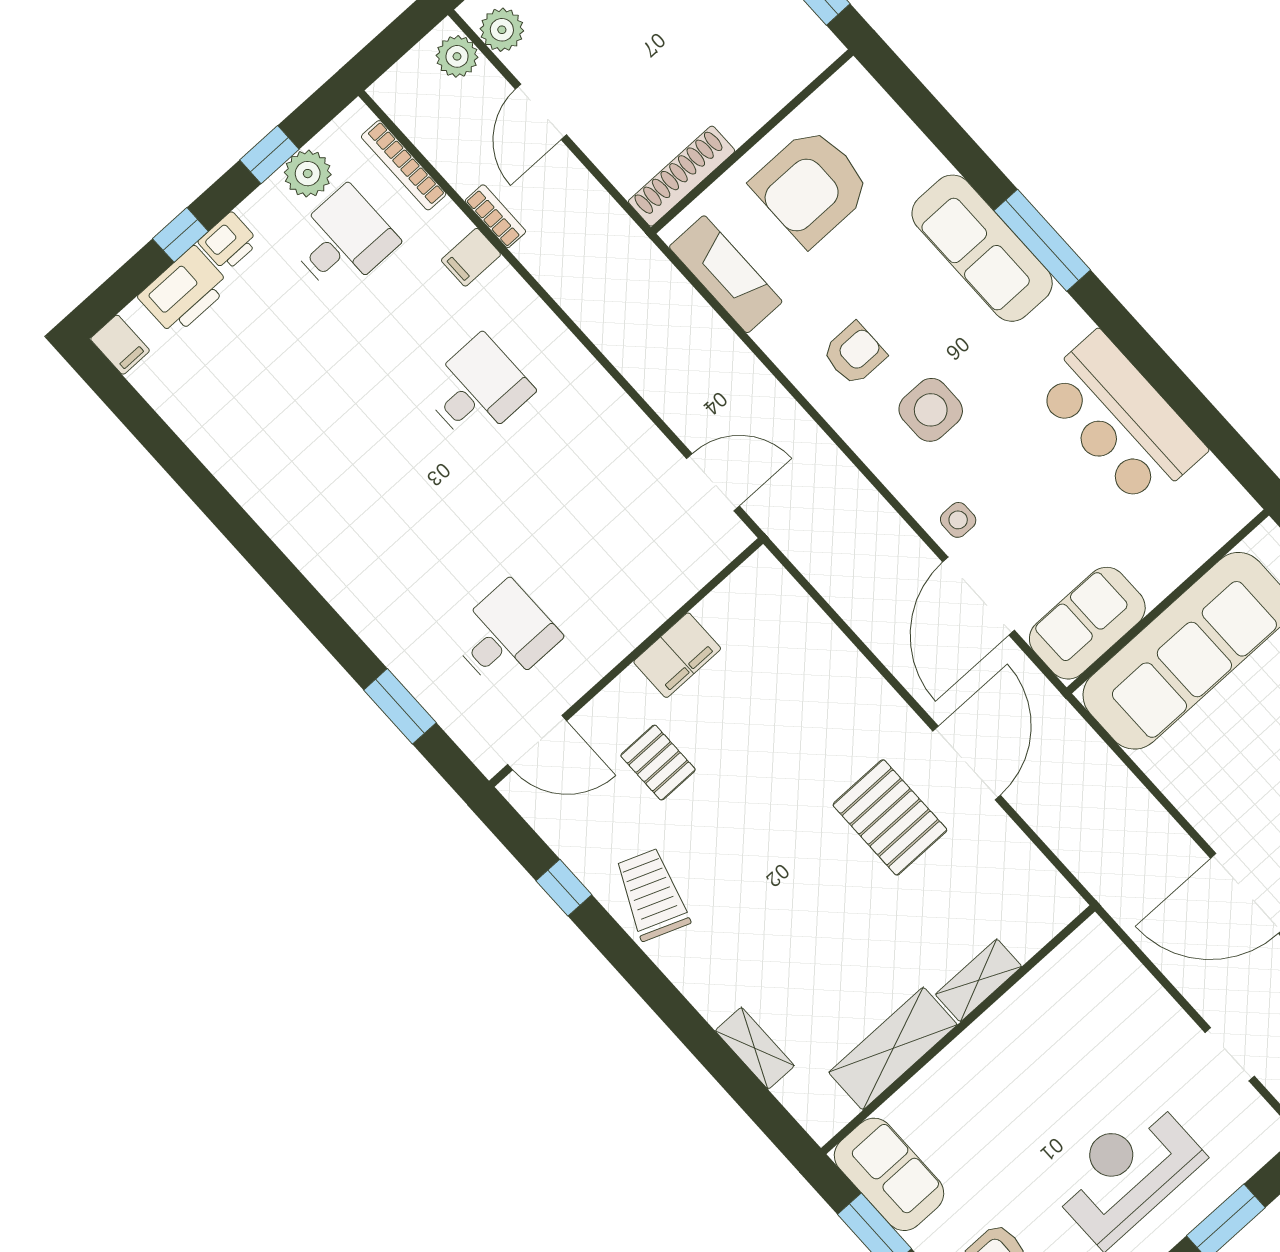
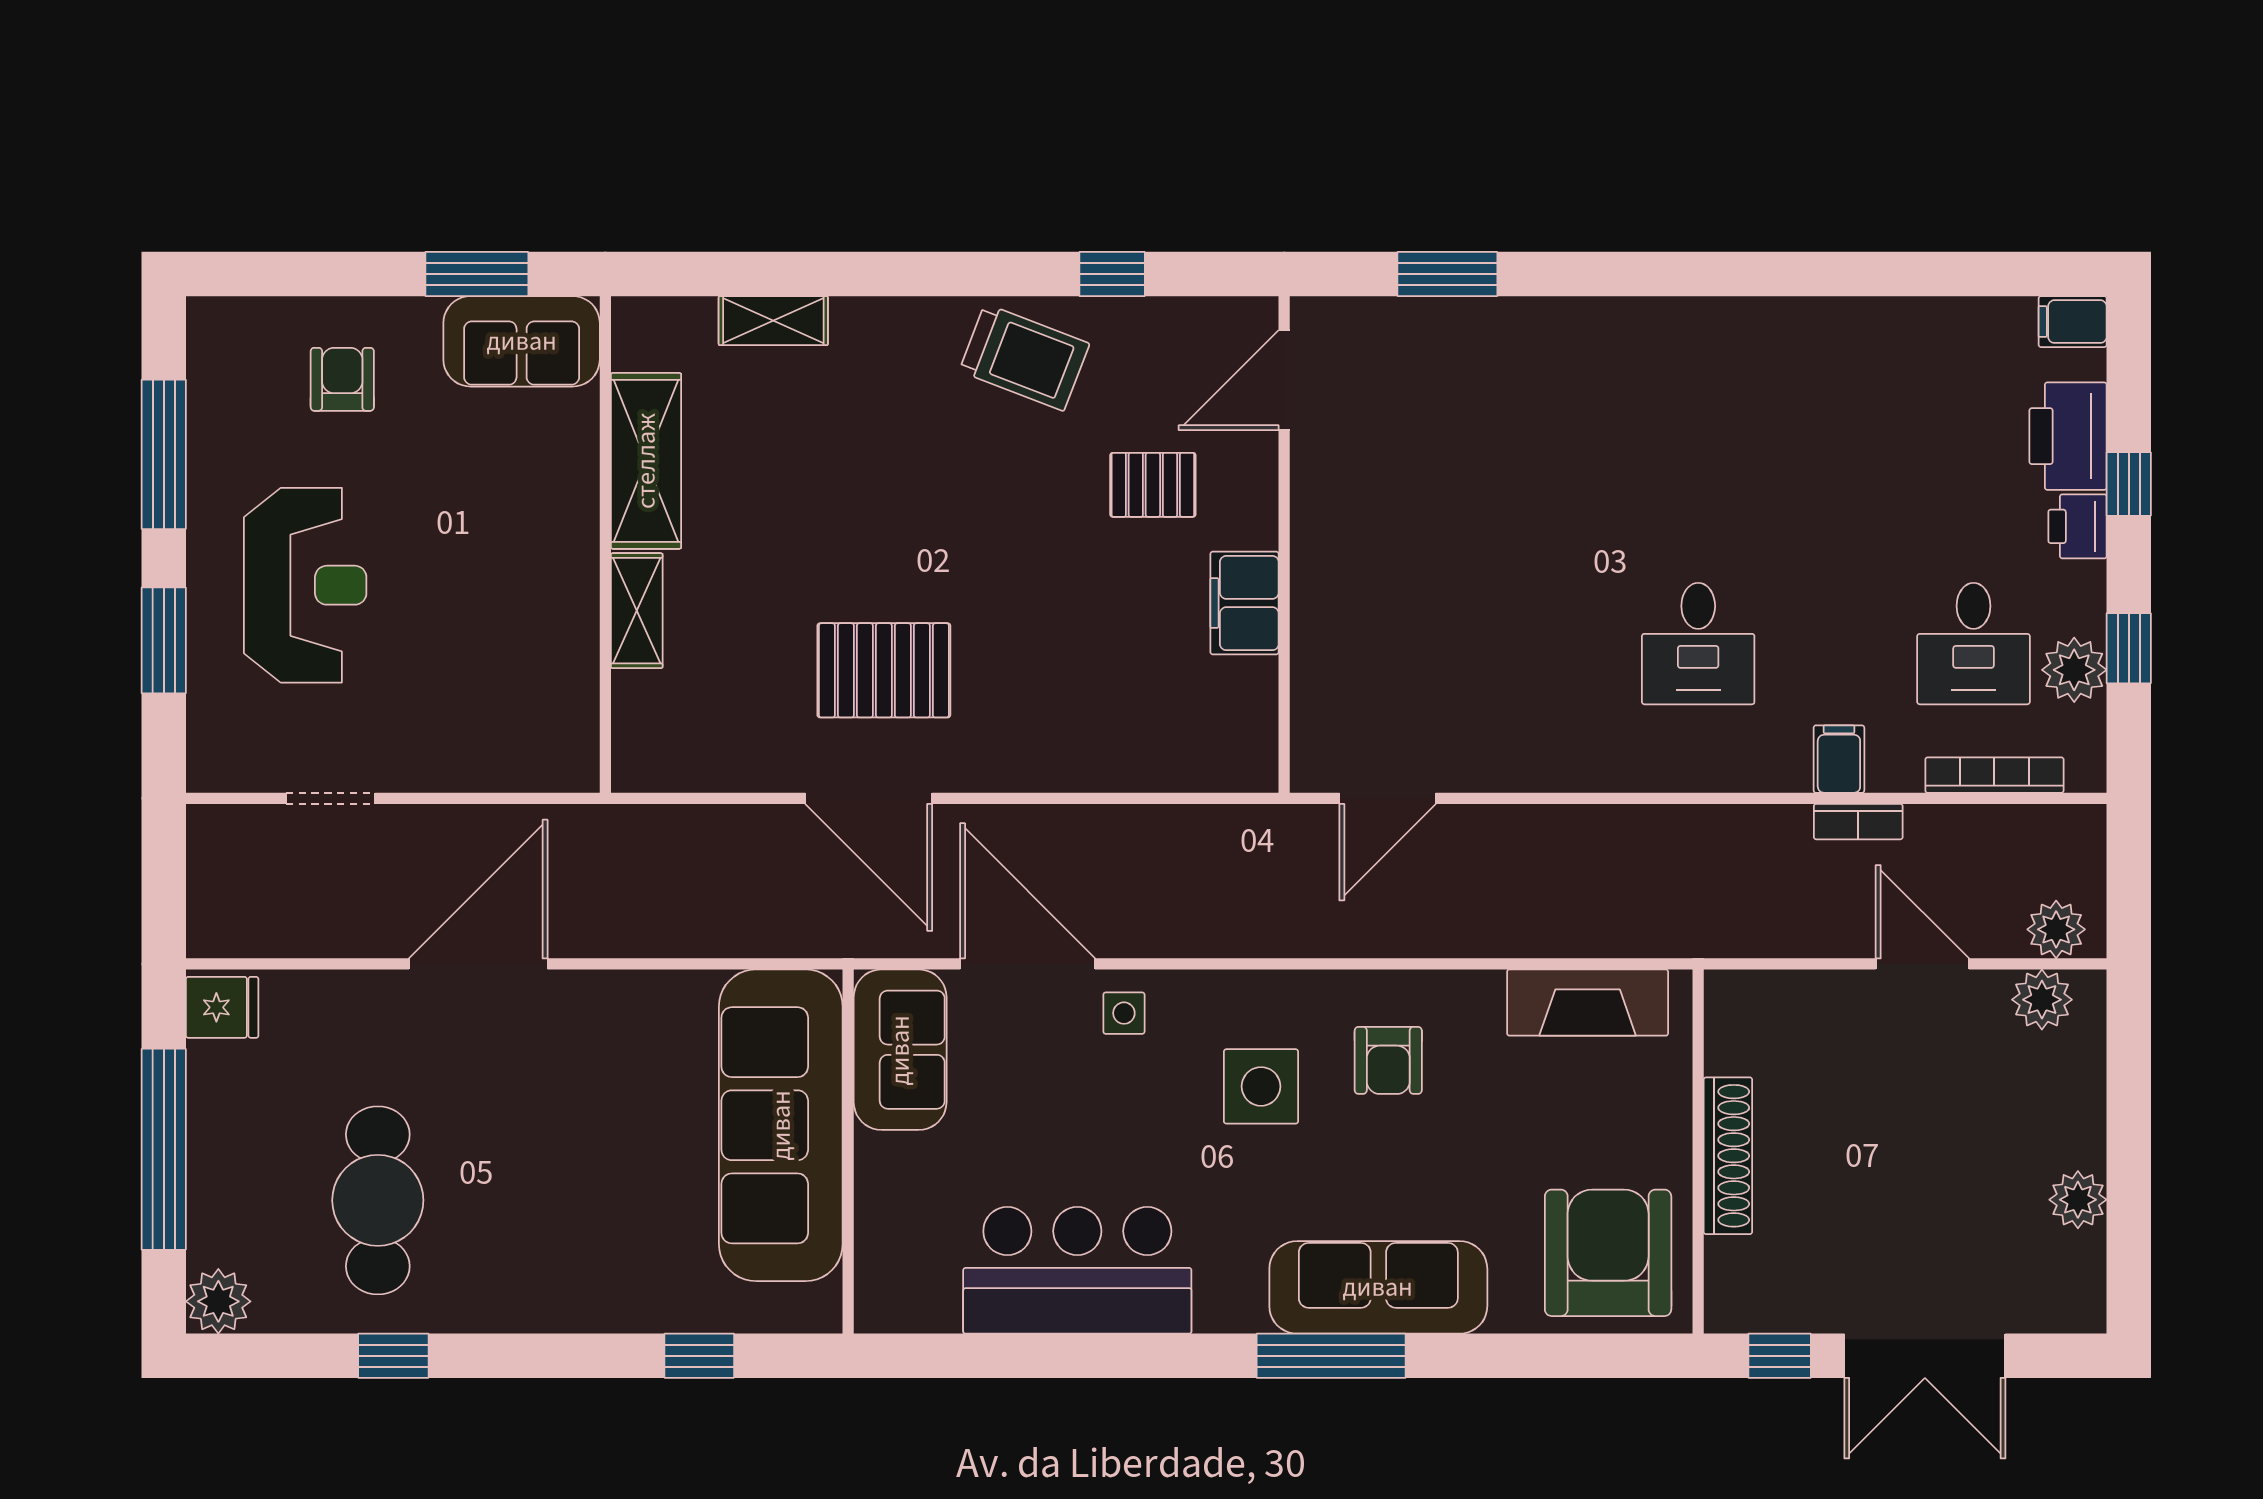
shoe rack: (682, 176) -> (1728, 1156), moved
armchair: (811, 186) -> (1608, 1253), moved
desk: (505, 636) -> (1423, 445), removed

